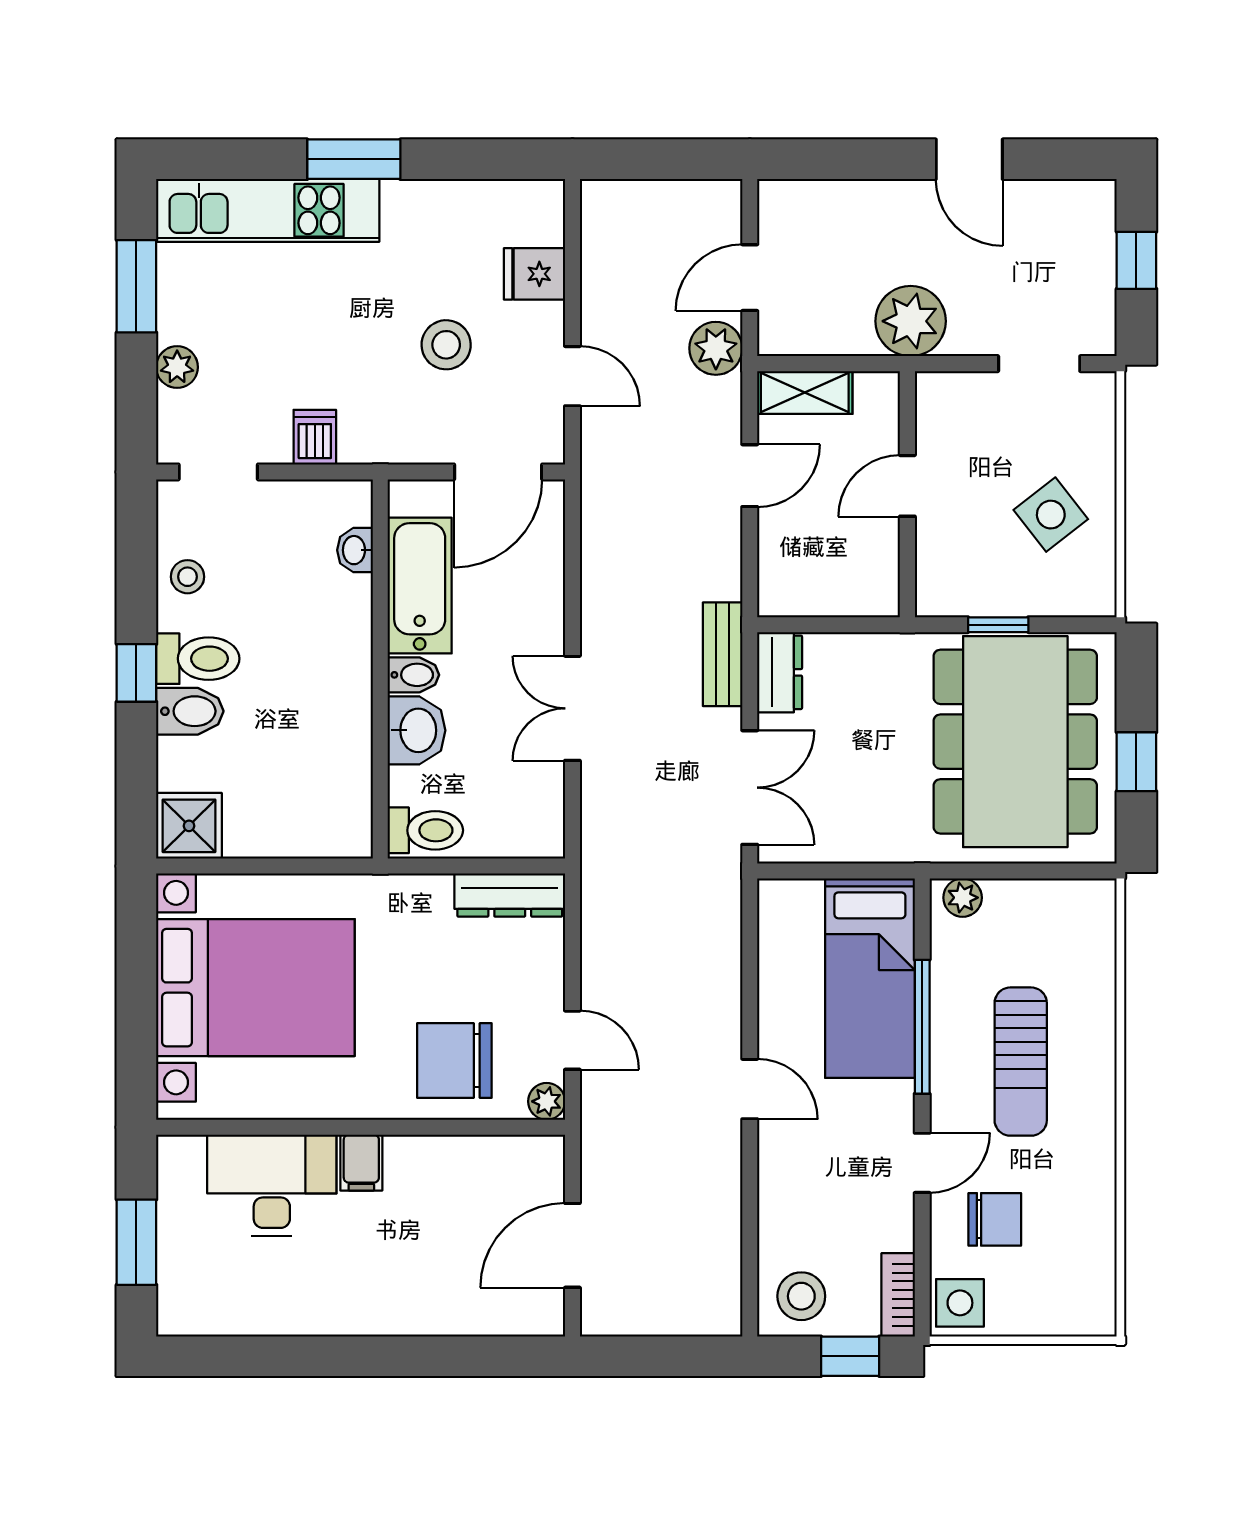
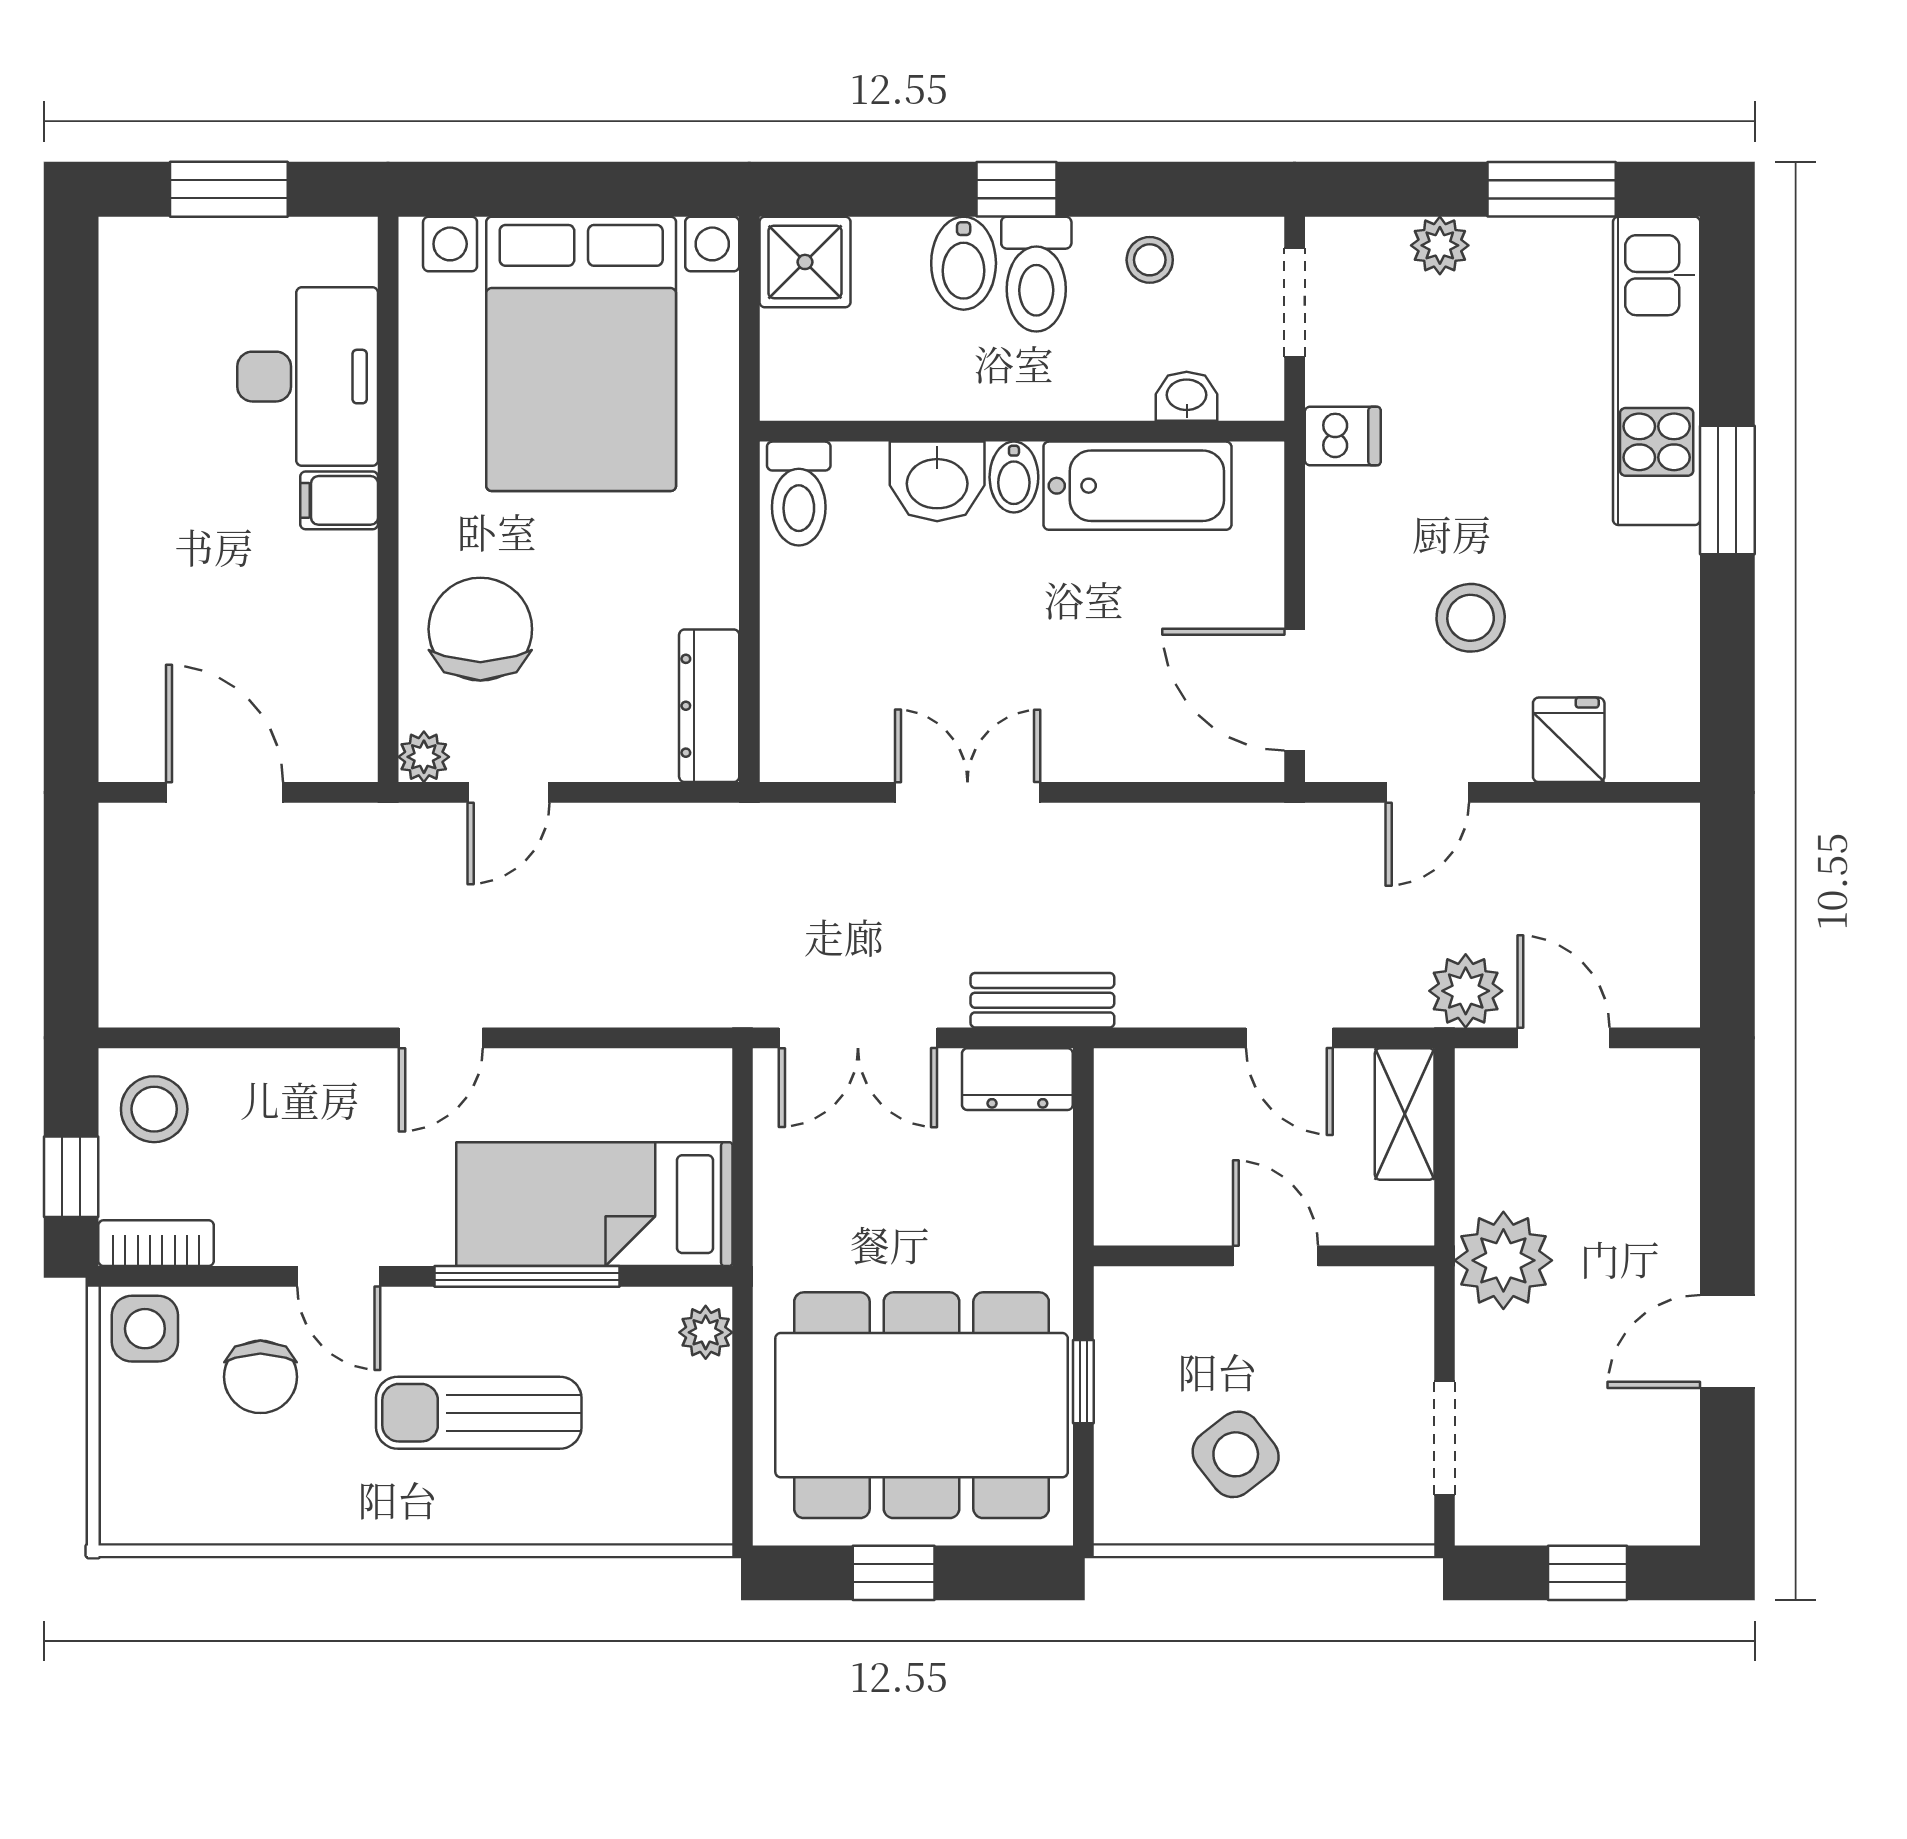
washbasin: (355, 550) -> (1187, 396), moved
bathtub: (420, 586) -> (1137, 486), moved
wall: (380, 669) -> (1022, 431), moved
bidet: (413, 675) -> (1014, 477), moved
washbasin: (417, 730) -> (937, 481), moved
toilet: (425, 830) -> (799, 494), moved

